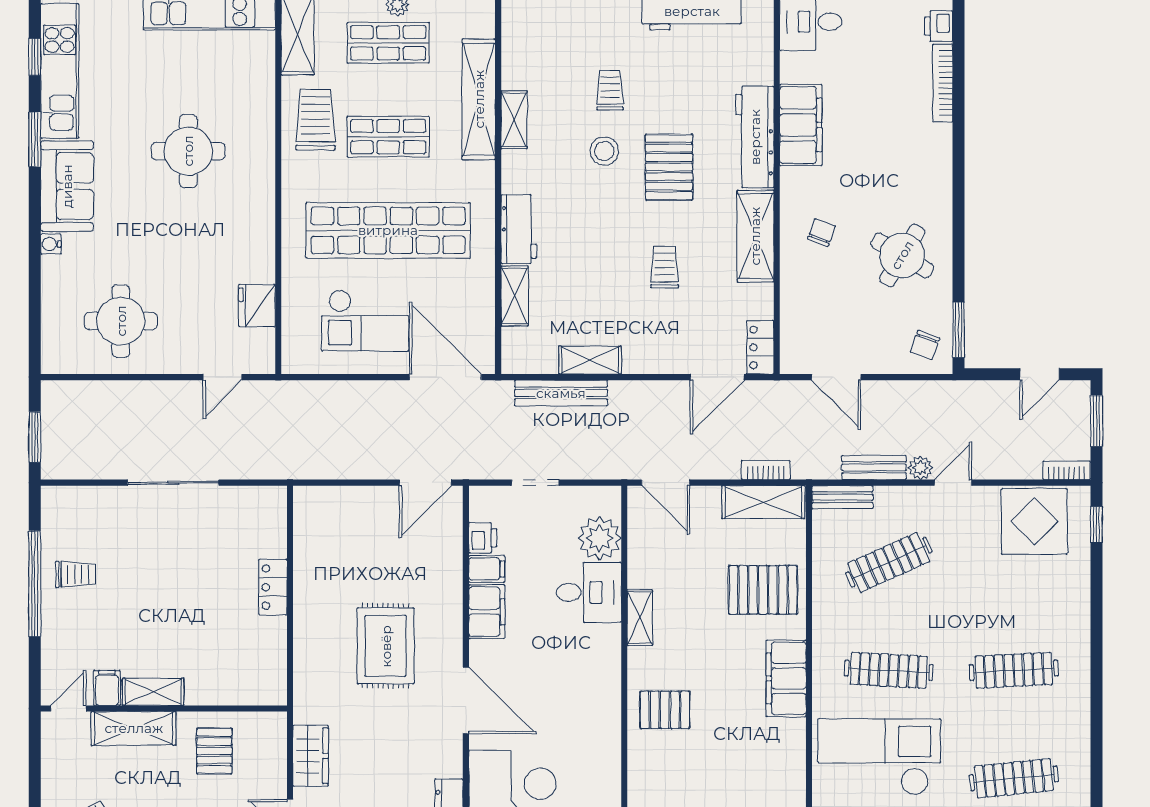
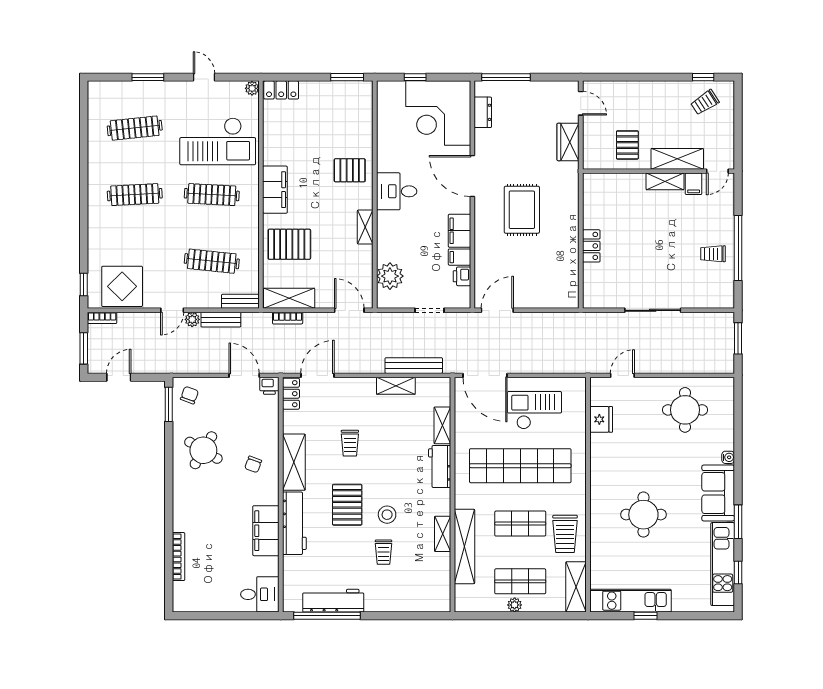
printer: (939, 26) -> (269, 386), moved, turned 90
clothes rail: (889, 562) -> (212, 261), turned 30
desk: (589, 592) -> (397, 191), moved

